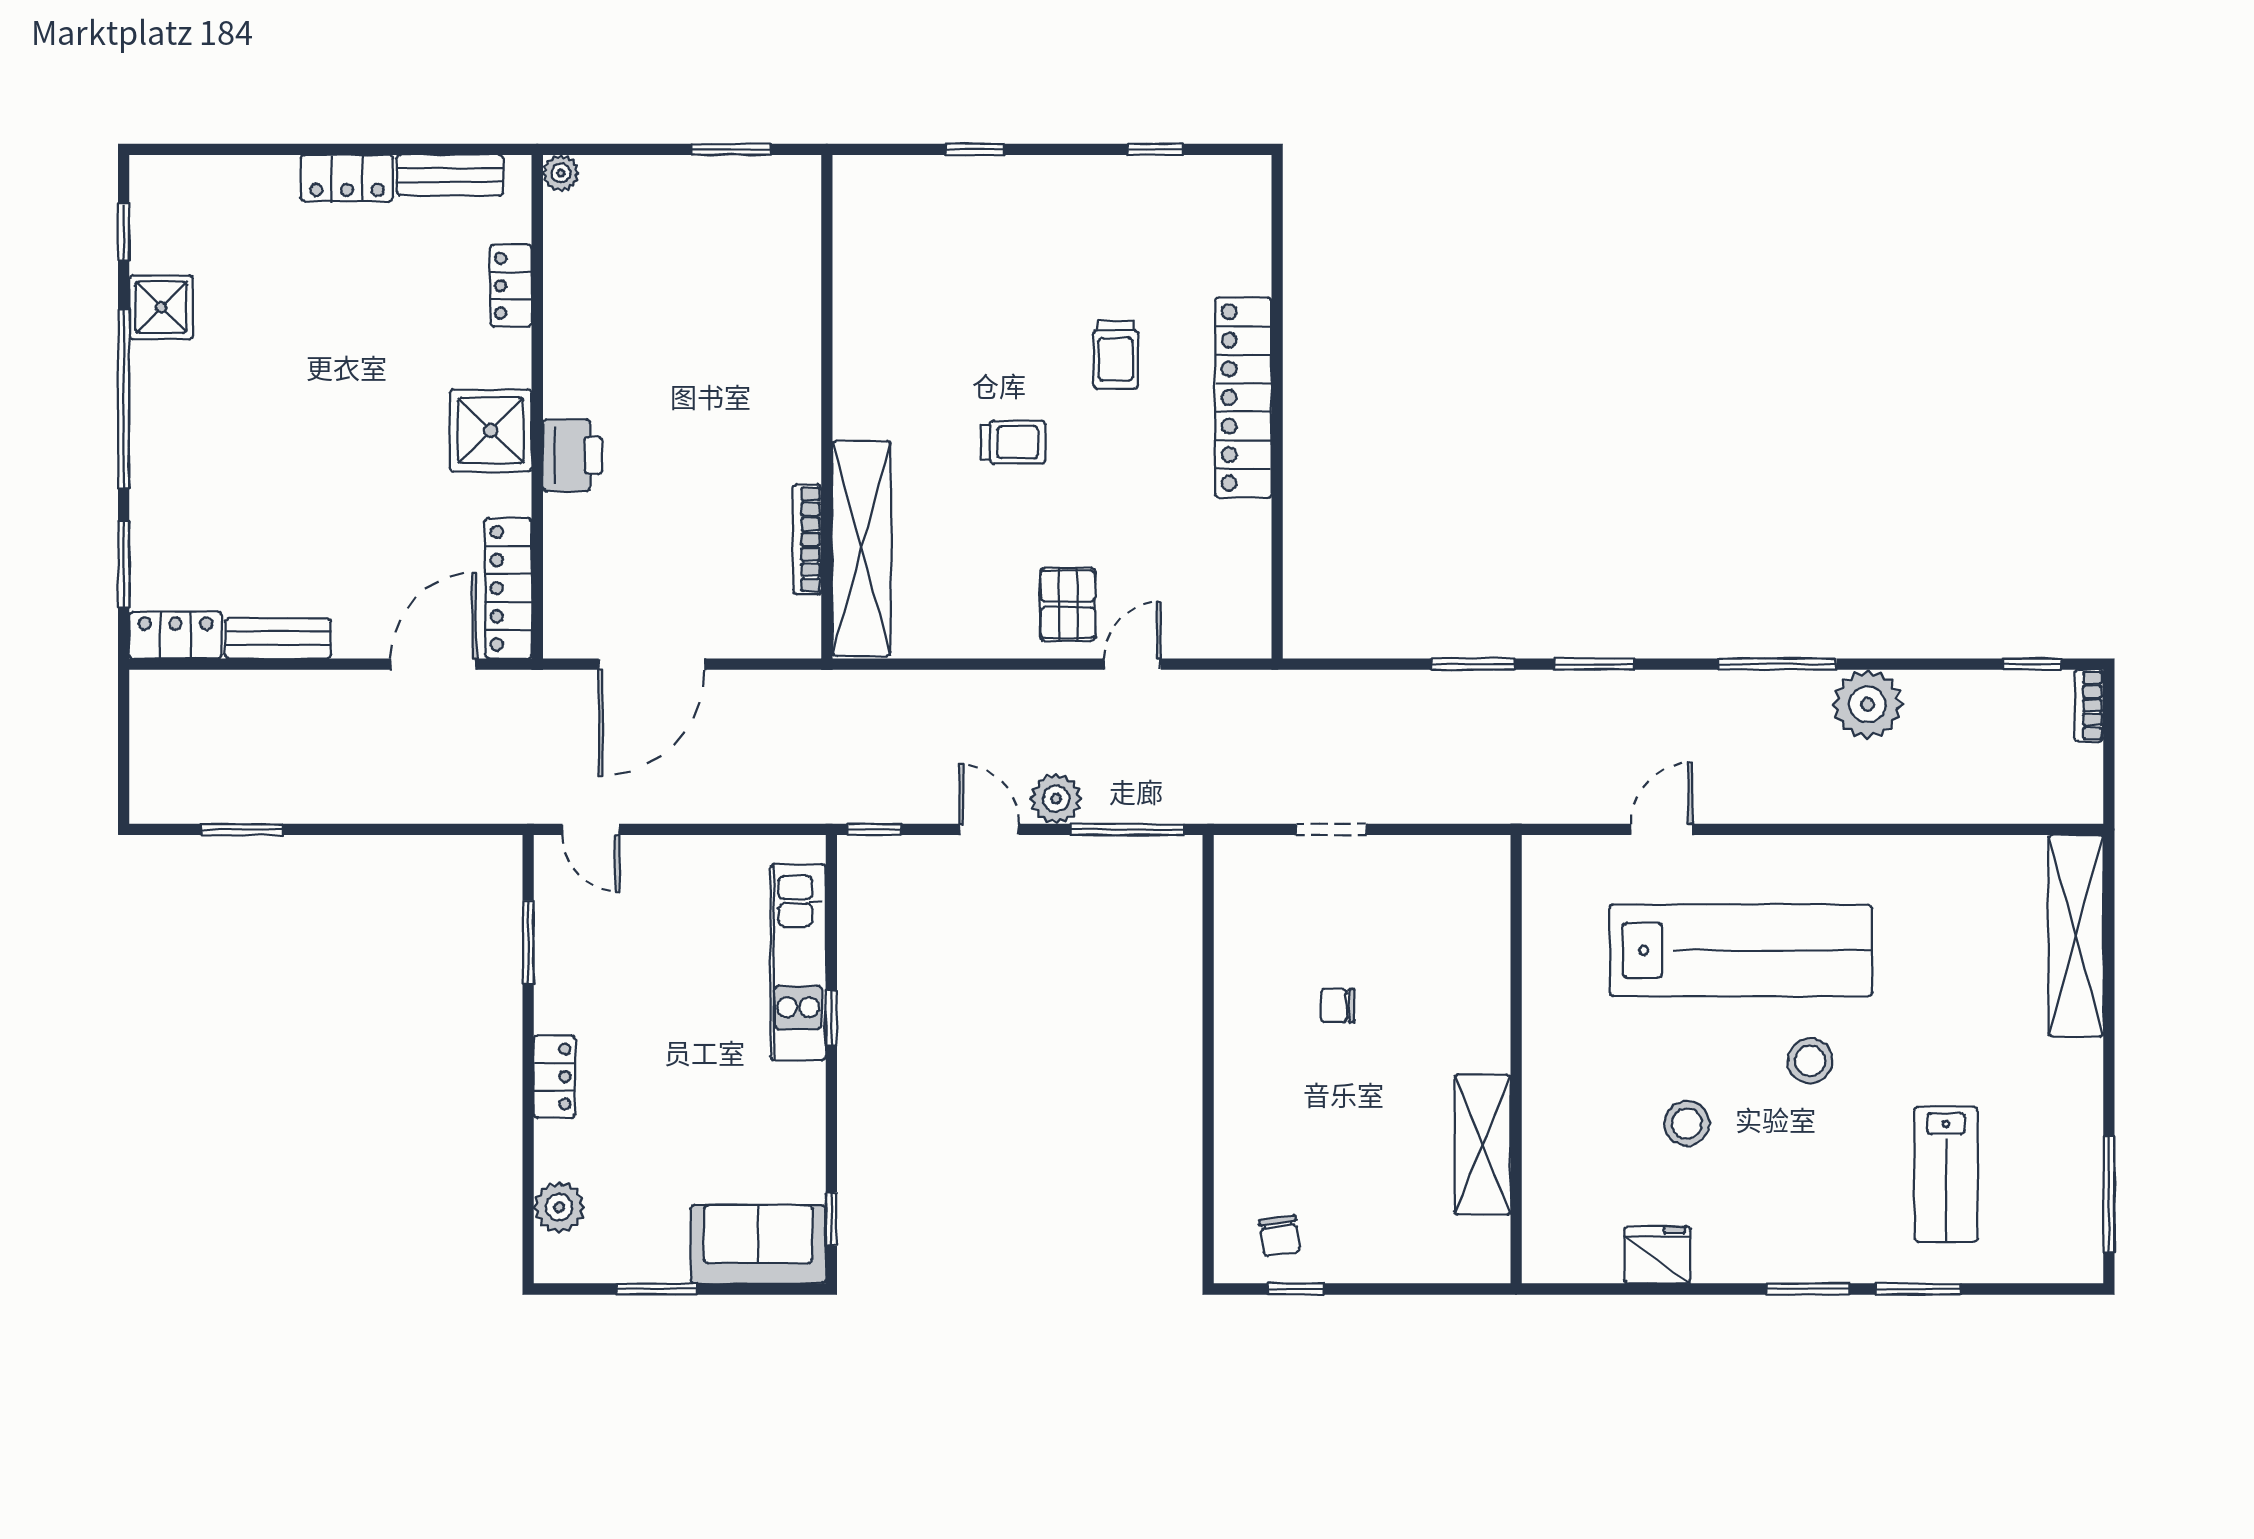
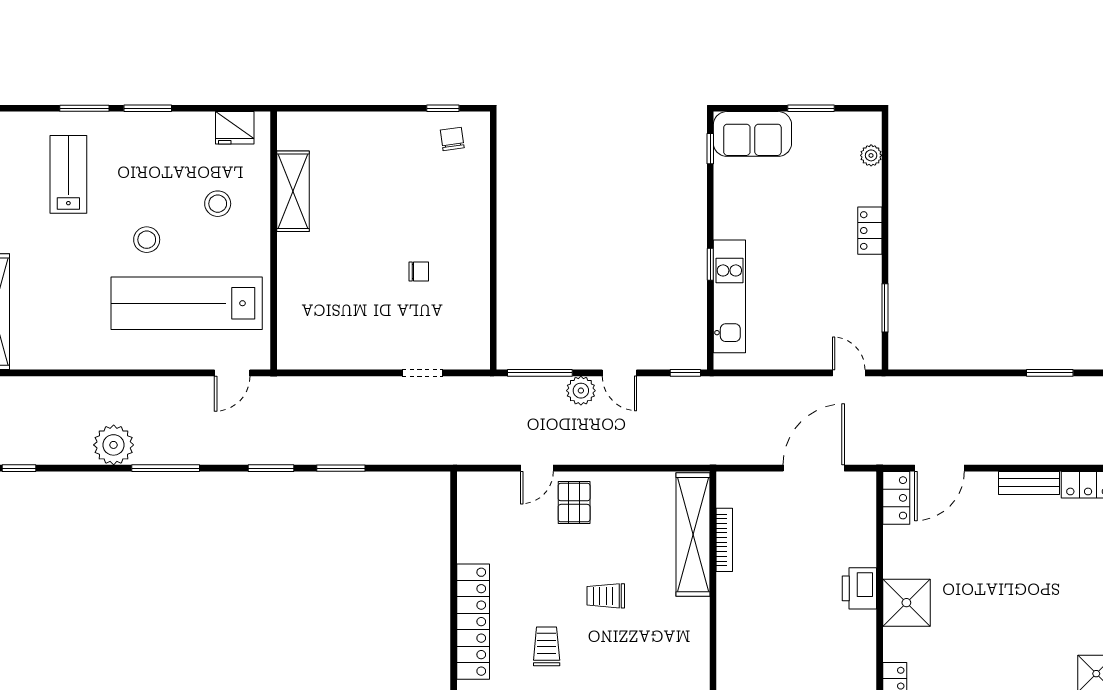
locker: (508, 588) -> (896, 498), width x0.66
wall: (1516, 1059) -> (274, 241), moved
shelving: (1483, 1145) -> (293, 191), moved
plant: (559, 1207) -> (871, 155), width x0.73, depth x0.73

